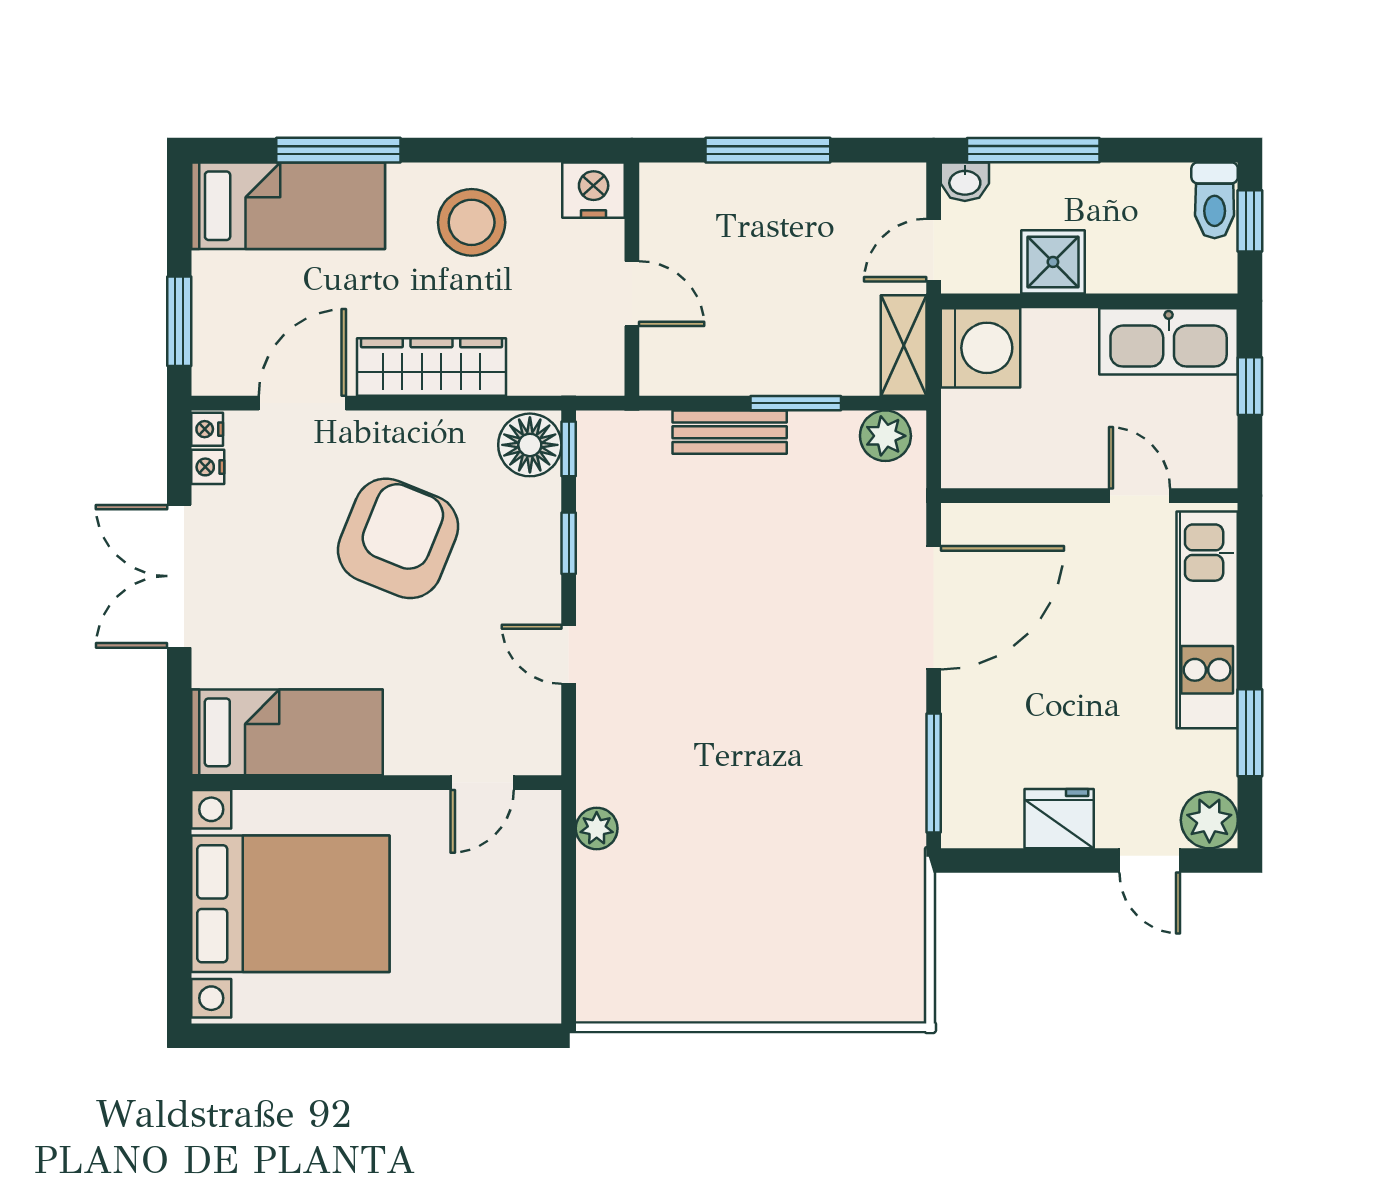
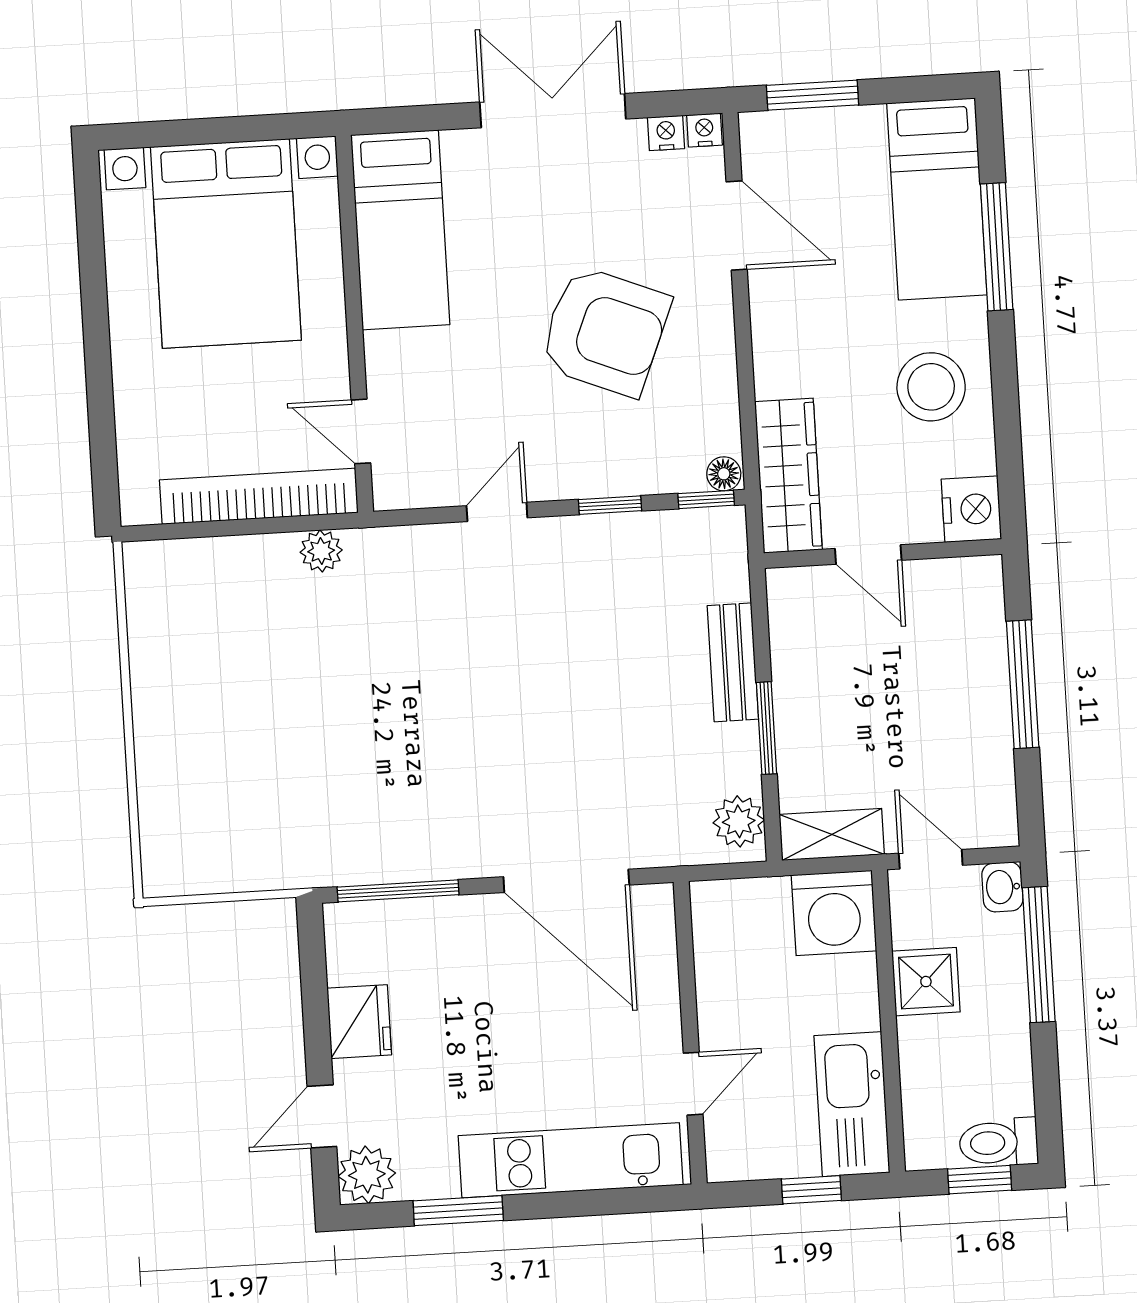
door: (632, 294) -> (868, 554), hinge flipped
wardrobe: (431, 367) -> (788, 476), moved
floor lamp: (530, 445) -> (724, 474), width x0.53, depth x0.53
bookcase: (539, 886) -> (259, 496), added

